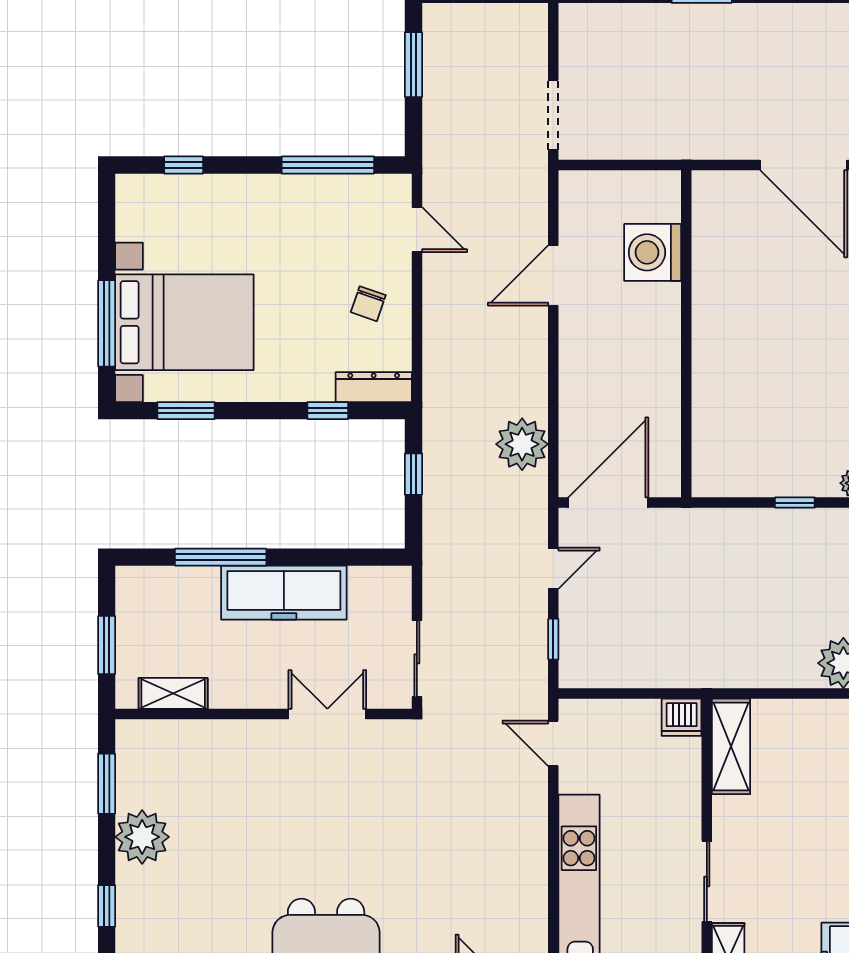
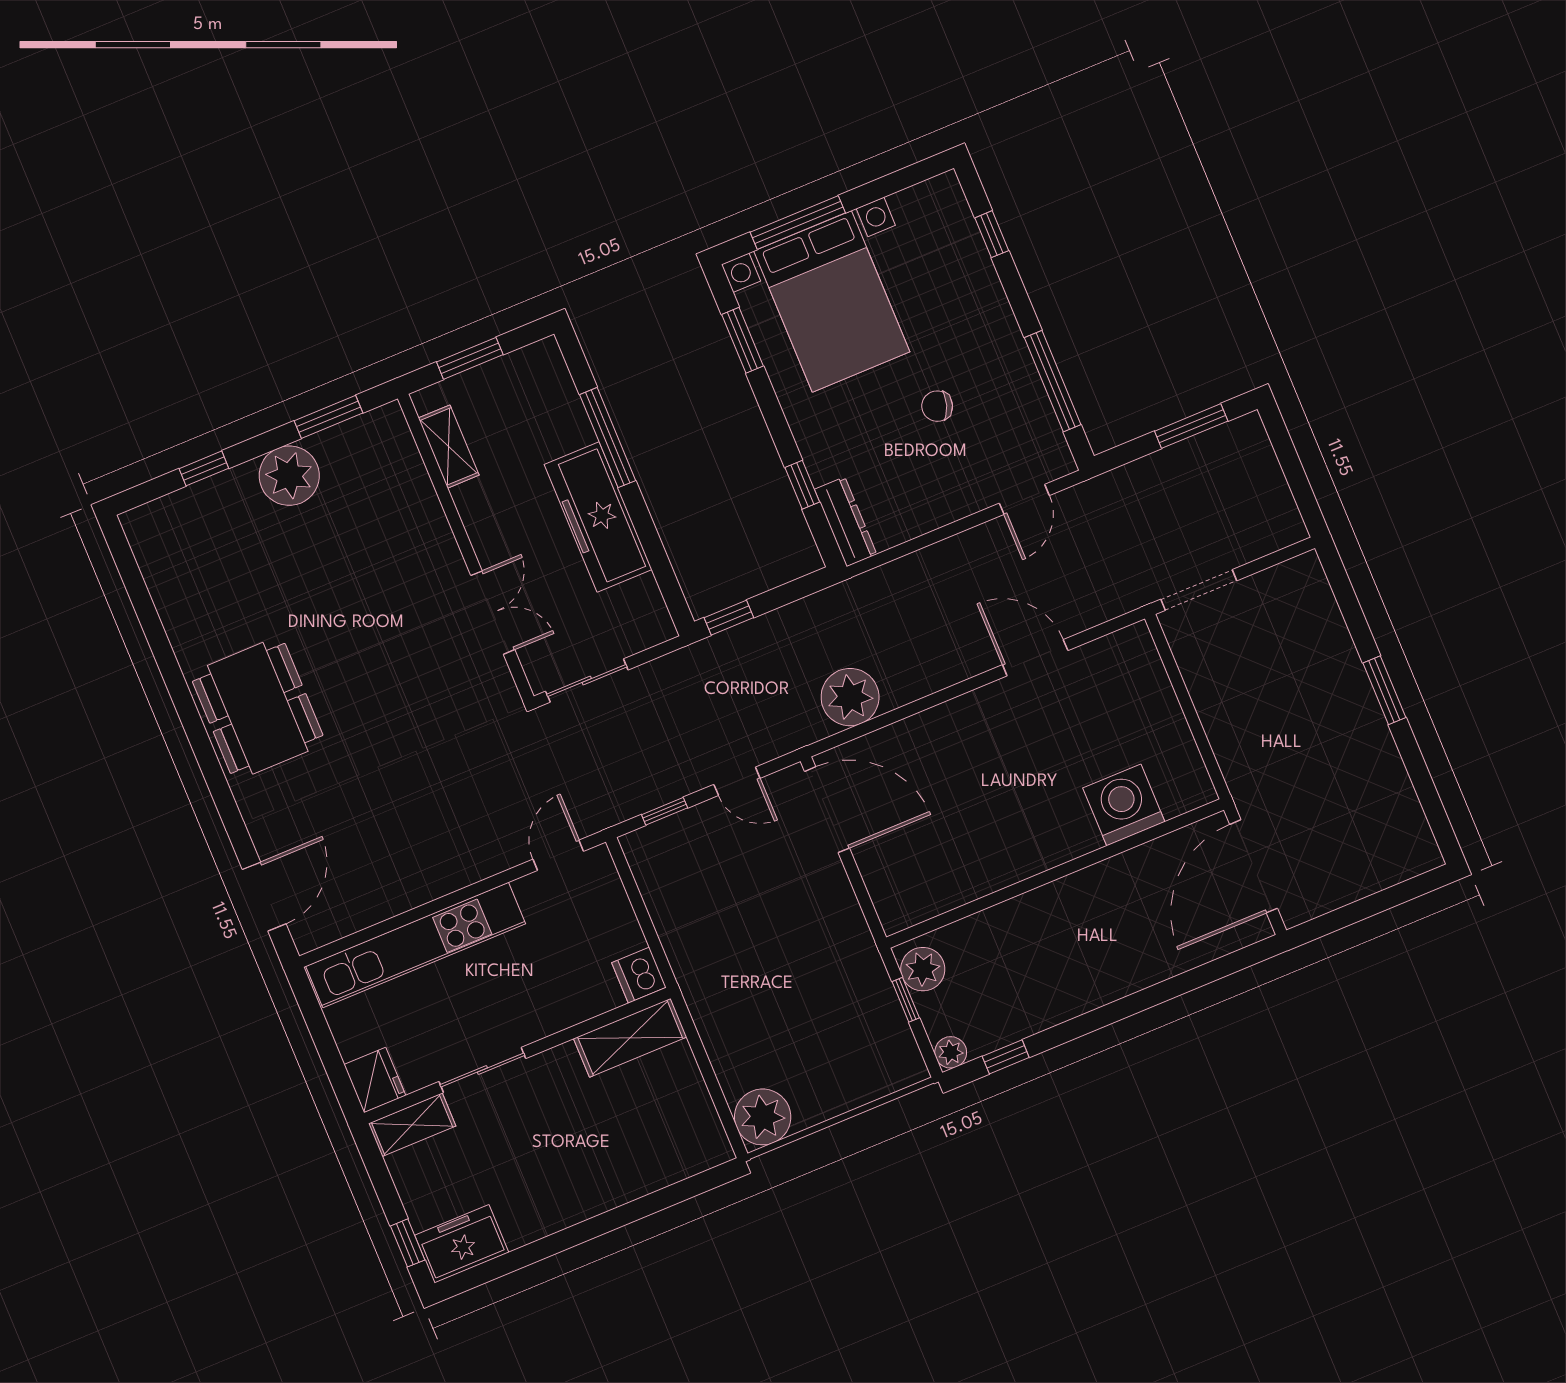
washing machine: (653, 252) -> (1124, 805), moved
chair: (368, 304) -> (937, 406), moved
wall: (686, 334) -> (1055, 874), moved
window: (413, 474) -> (729, 618), moved
plant: (775, 478) -> (923, 969), added

